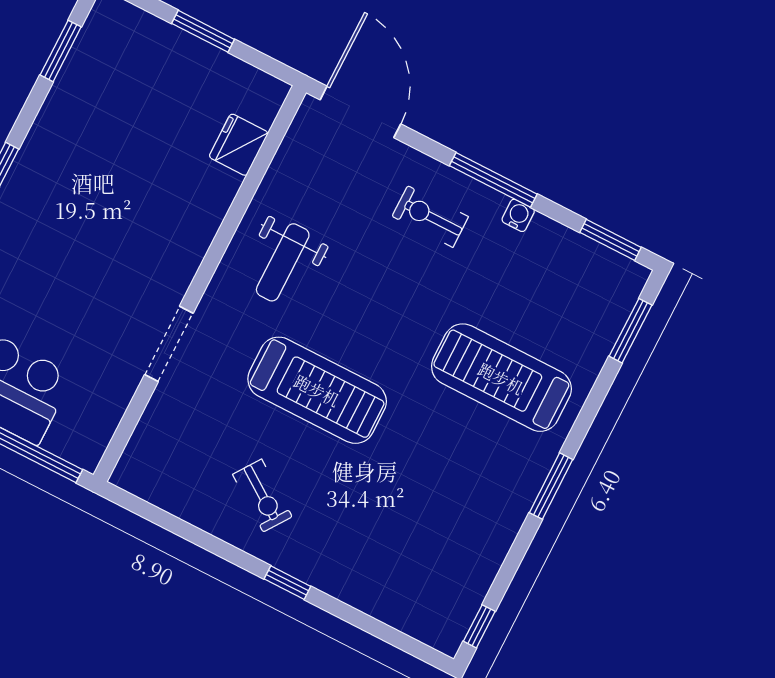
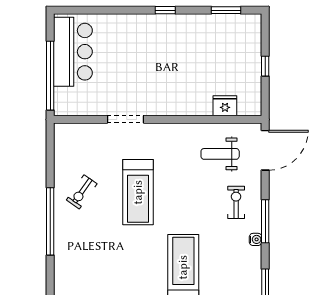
window: (203, 31) -> (265, 66), width x0.67
weight bench: (283, 262) -> (220, 154), moved
window: (287, 583) -> (50, 221), width x3.17

